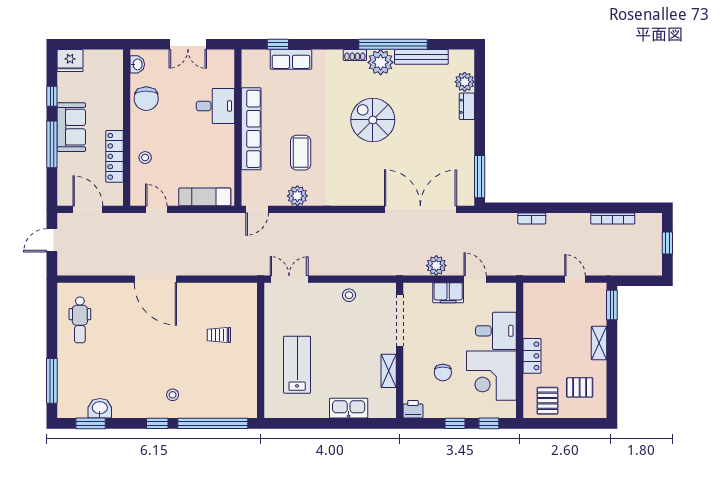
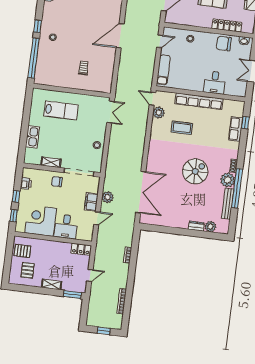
locker: (115, 156) -> (227, 25), moved
window: (480, 177) -> (155, 228), removed
plant: (297, 196) -> (159, 113), moved
locker: (532, 356) -> (81, 249), moved
chair: (443, 372) -> (57, 182), moved
printer: (413, 409) -> (26, 183), moved

